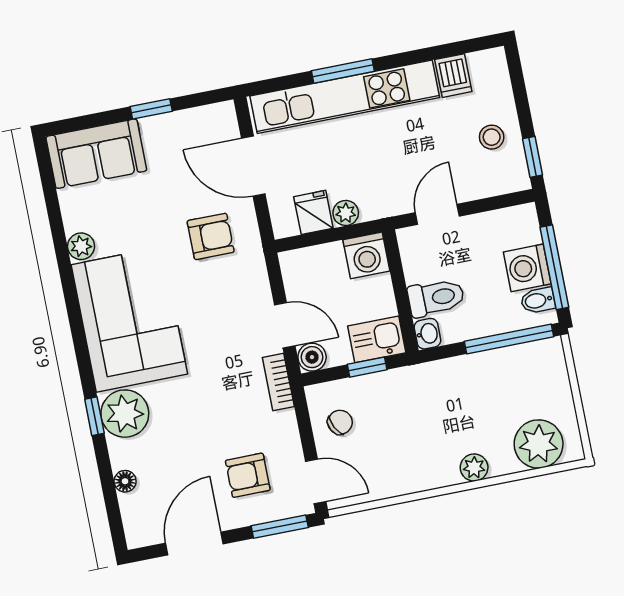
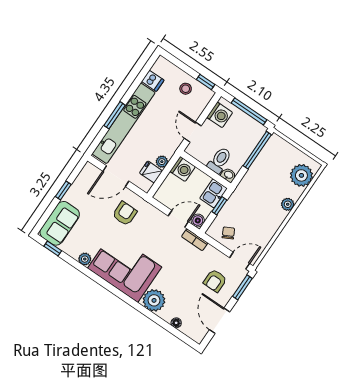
washing machine: (527, 268) -> (220, 115), moved, turned -90
bidet: (538, 300) -> (254, 128), removed
window: (94, 416) -> (53, 248), moved

